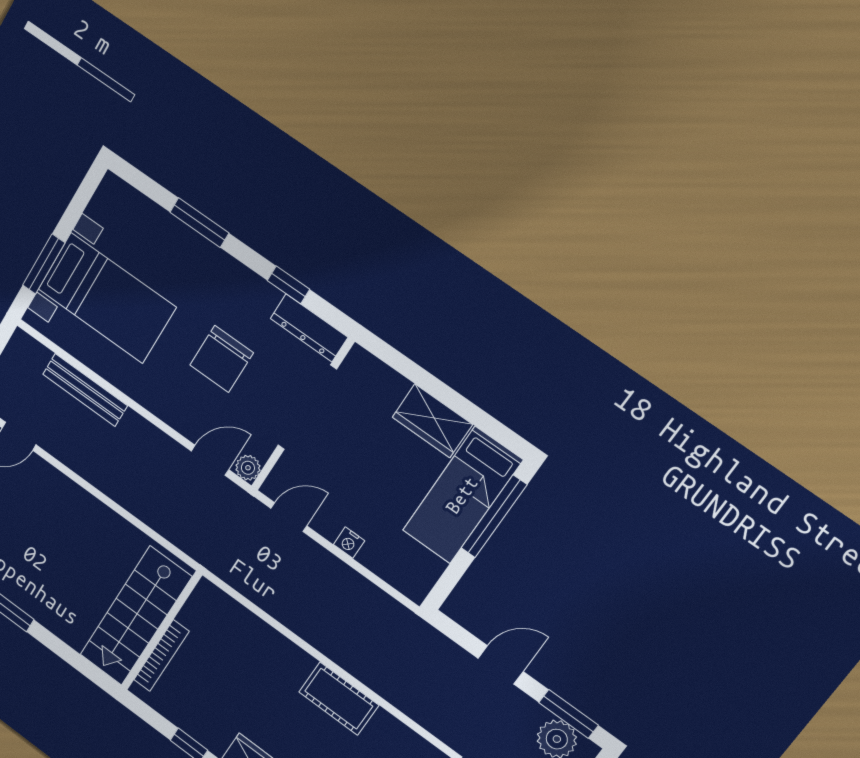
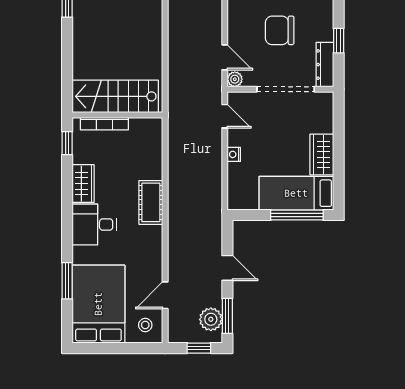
stairs: (136, 616) -> (115, 96), moved
wall: (161, 631) -> (117, 115), moved
bookcase: (161, 656) -> (104, 124), moved

